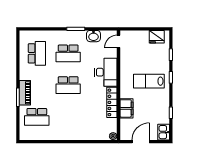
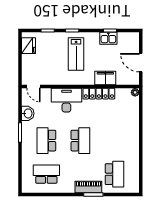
school desk: (68, 53) -> (46, 141), turned 180
kitchen sink: (164, 132) -> (108, 38), moved

